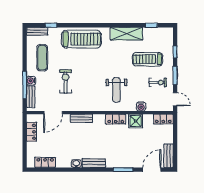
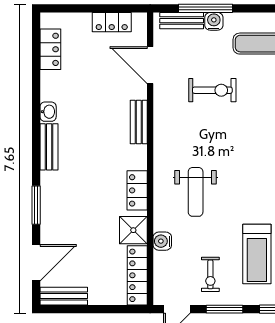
treadmill: (147, 59) -> (257, 254), turned 180
weight bench: (116, 90) -> (196, 192), turned -90
locker: (163, 119) -> (137, 275), width x1.53
door: (152, 170) -> (36, 263), hinge flipped

